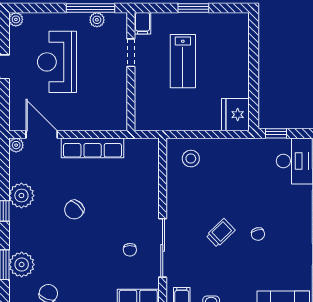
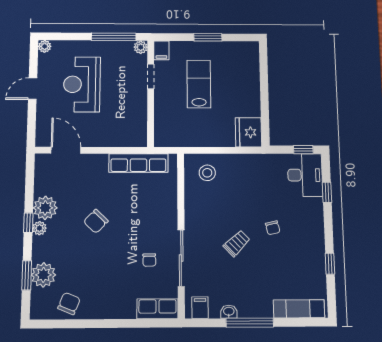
plant: (97, 20) -> (141, 47), moved
lab bench: (183, 61) -> (199, 84), turned 180
window: (276, 133) -> (303, 150), moved
plant: (16, 145) -> (39, 228), moved
row of seats: (93, 148) -> (138, 163), moved
chair: (258, 234) -> (273, 228), moved

